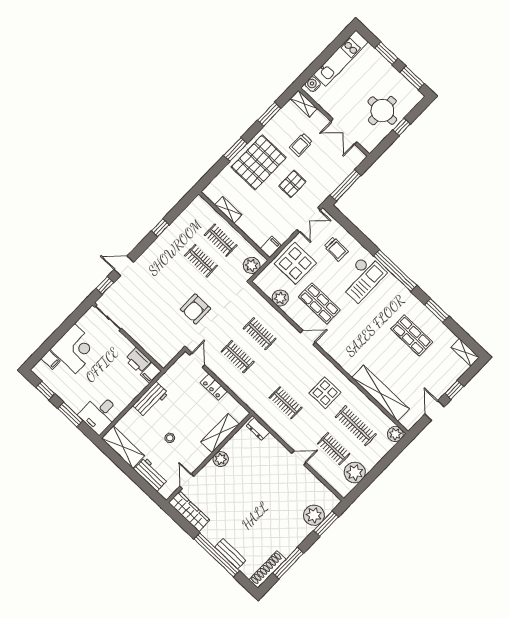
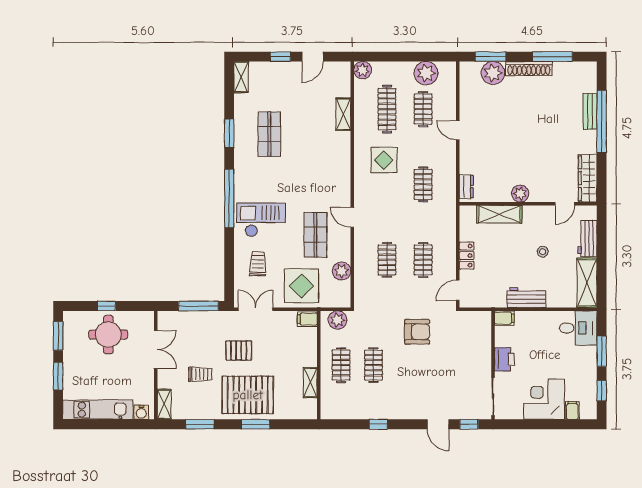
printer: (138, 360) -> (504, 359), moved
shelving: (381, 393) -> (343, 114), width x0.45, depth x0.75
shoe rack: (267, 569) -> (529, 69), moved

